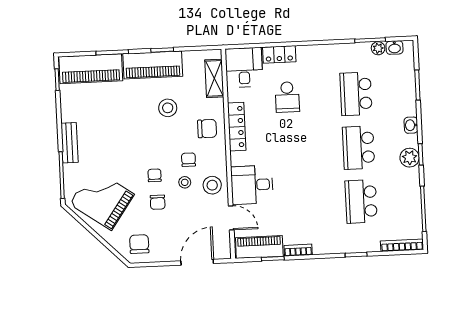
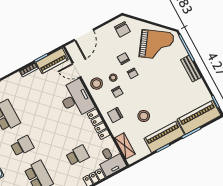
school desk: (287, 97) -> (77, 155), turned 90
school desk: (359, 148) -> (22, 146), width x0.54
desk: (252, 185) -> (76, 99), width x1.37

